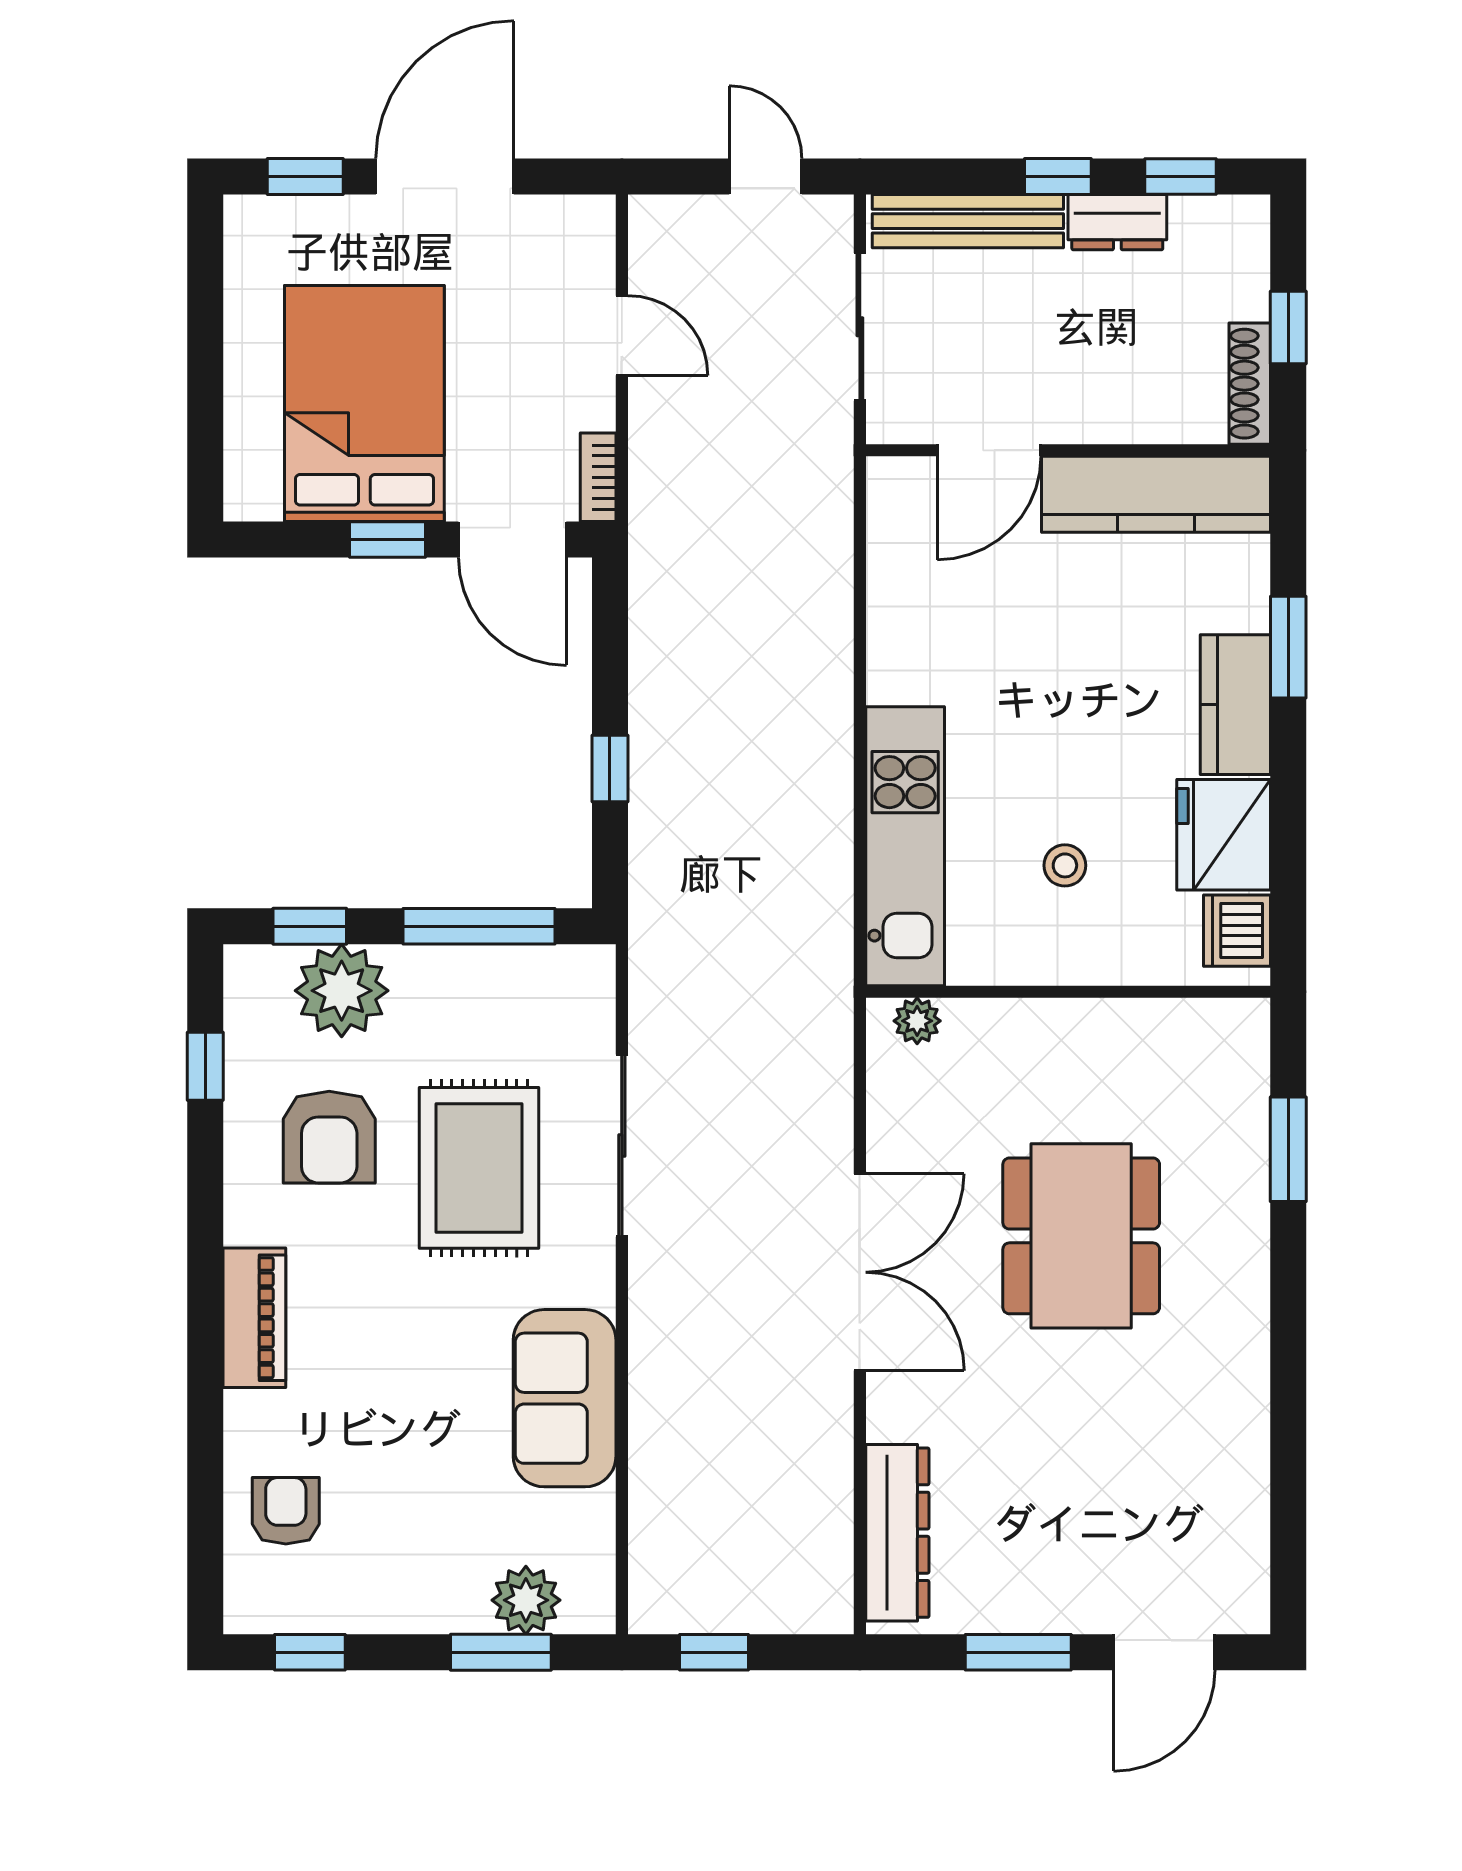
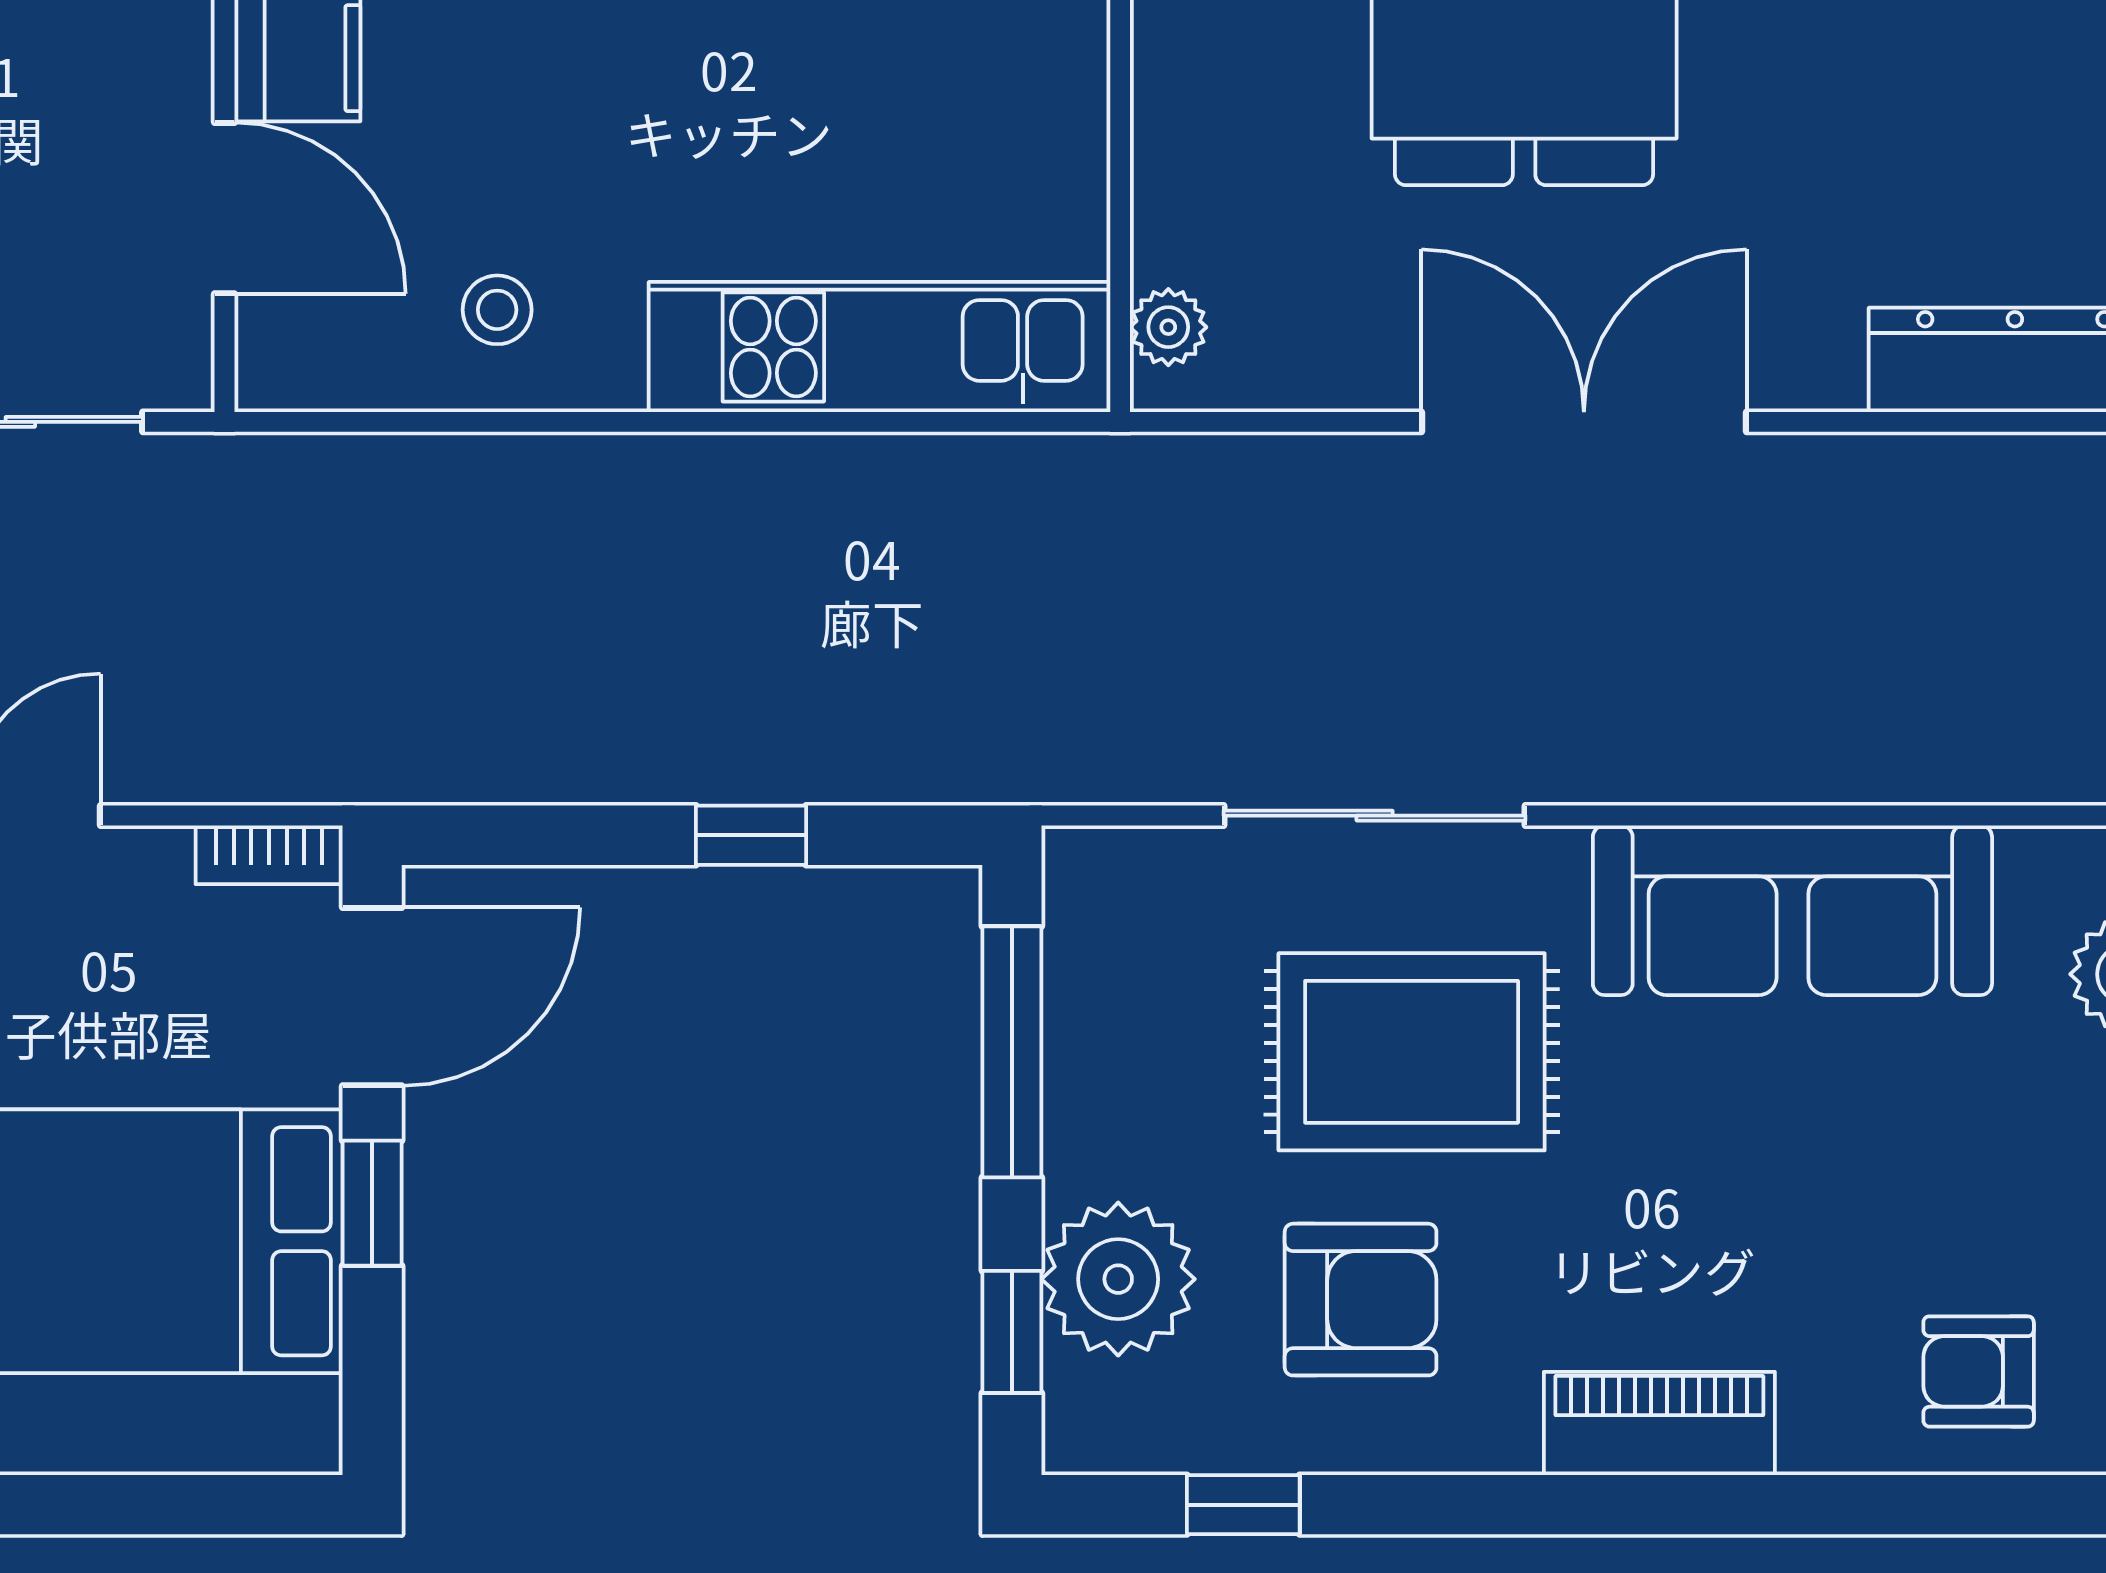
stool: (1065, 865) -> (497, 310), moved
sofa: (565, 1398) -> (1792, 910), width x1.36

